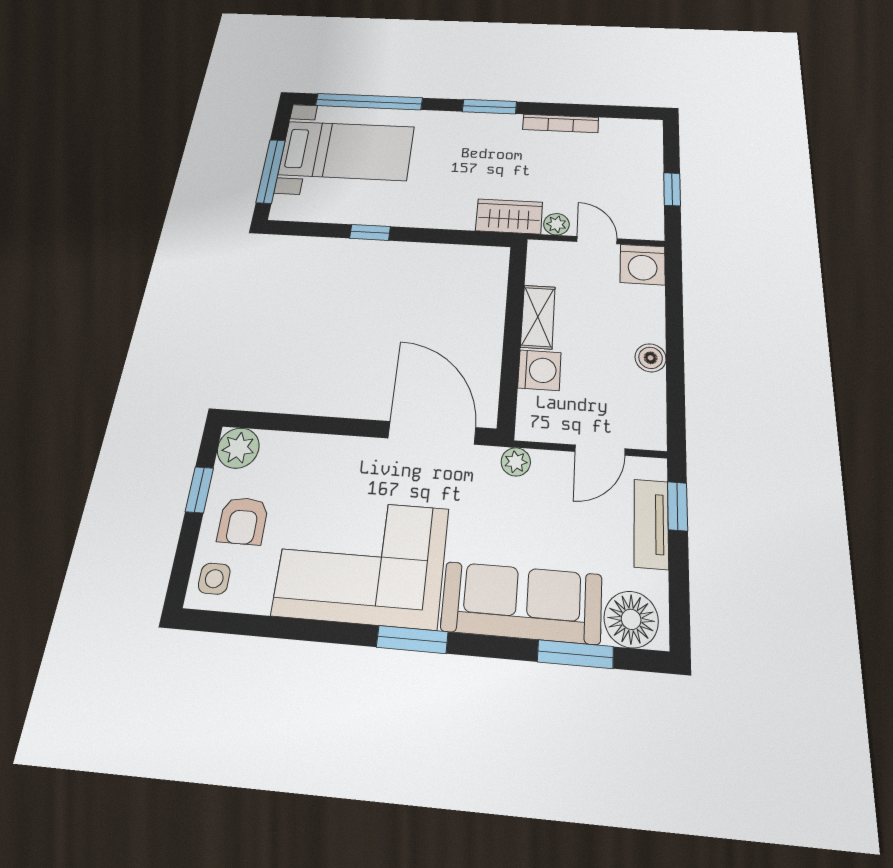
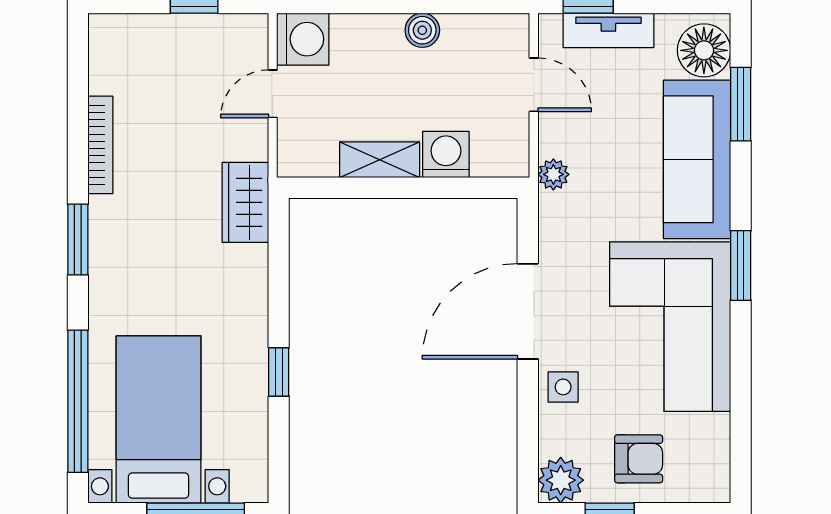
plant: (556, 224) -> (253, 144), removed
door: (432, 433) -> (528, 311), moved
side table: (214, 579) -> (563, 387), moved

